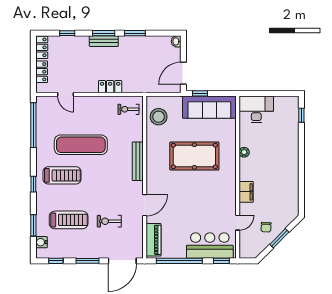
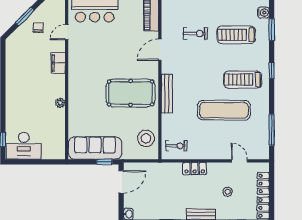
stool: (77, 63) -> (228, 192), added
desk: (256, 109) -> (24, 146), moved
window: (33, 125) -> (272, 130), width x0.68
pool table: (194, 156) -> (131, 93), moved

